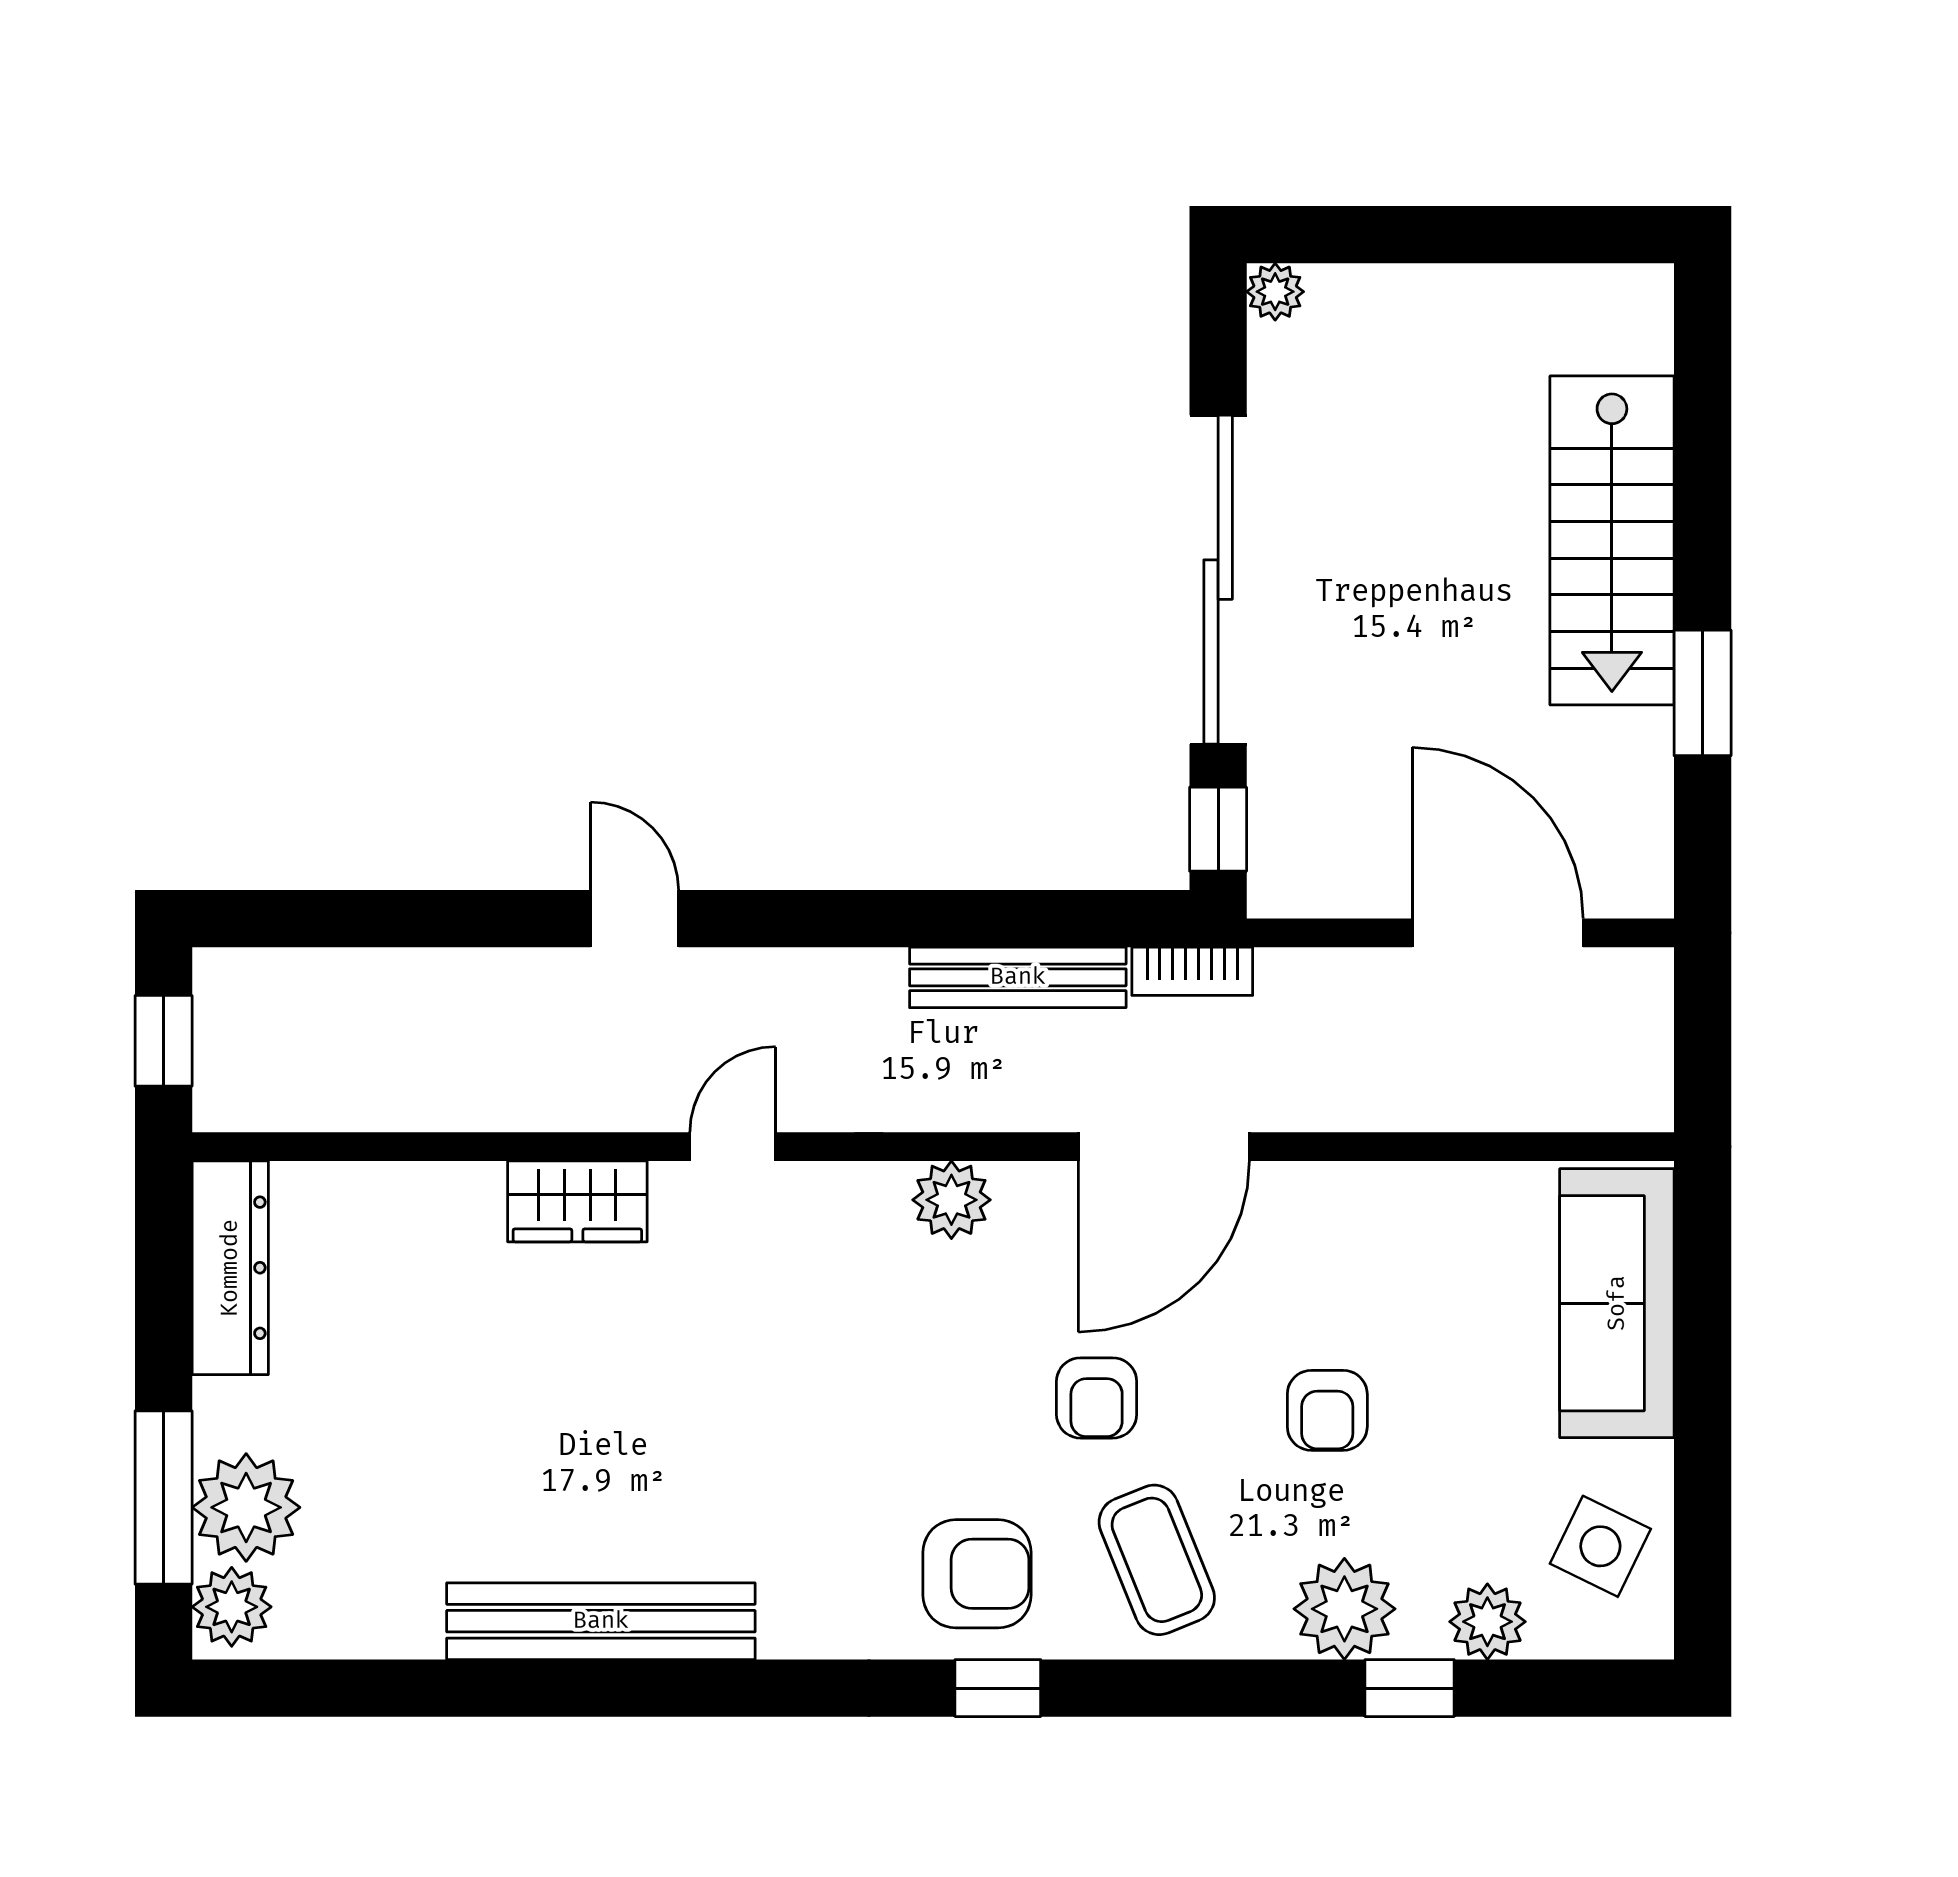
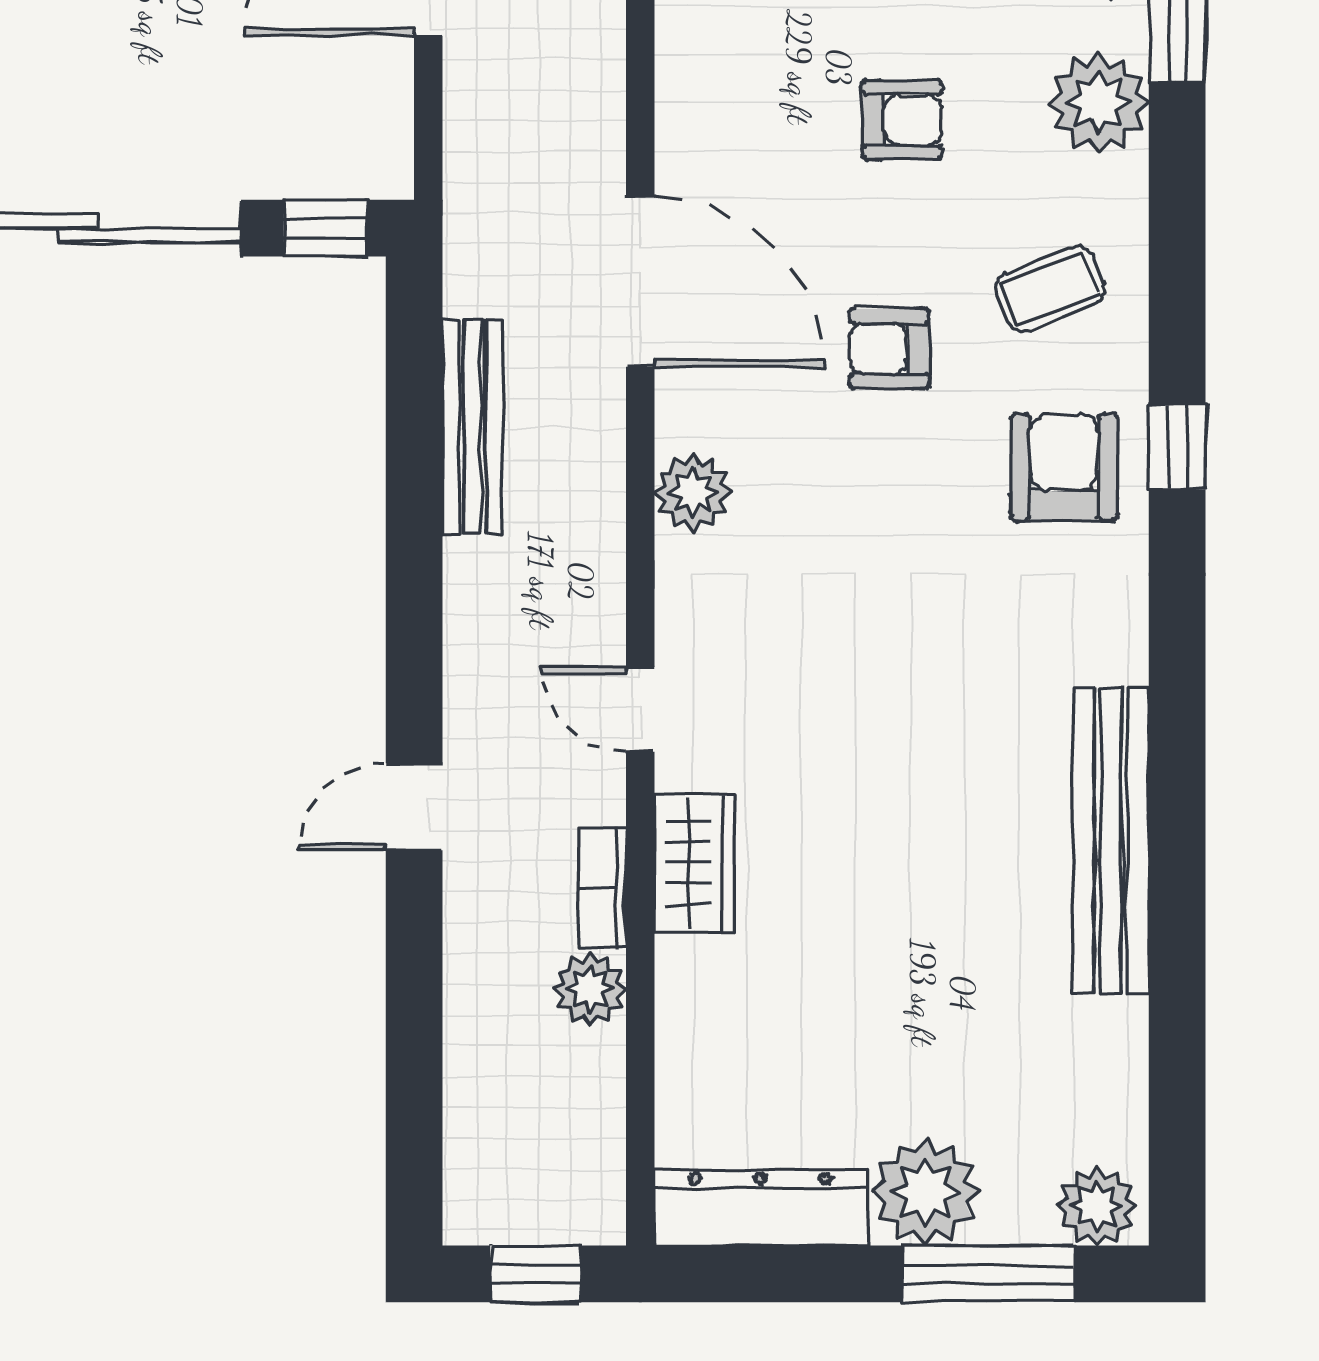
bookcase: (1192, 971) -> (602, 887), moved, turned 180
plant: (451, 1096) -> (590, 989), added
armchair: (1097, 1398) -> (890, 349), turned 180
plant: (246, 1507) -> (926, 1192), moved
coffee table: (1157, 1560) -> (1050, 289), width x0.73, depth x0.77

